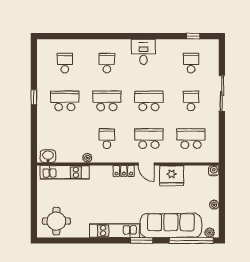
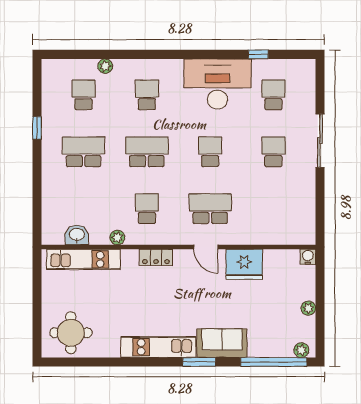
window: (193, 36) -> (258, 54), moved
plant: (79, 44) -> (105, 66), added
desk: (143, 52) -> (218, 84), width x1.87, depth x1.30
window: (34, 97) -> (37, 128), moved
school desk: (149, 101) -> (210, 152), width x0.54
school desk: (191, 139) -> (273, 209), removed
washbasin: (48, 156) -> (77, 235), moved
locker: (124, 171) -> (156, 257), moved
sofa: (171, 225) -> (222, 343), width x0.54, depth x0.79

